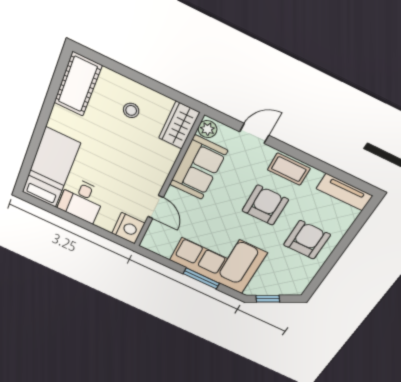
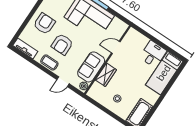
wardrobe: (179, 125) -> (106, 75), moved
door: (156, 207) -> (116, 47), hinge flipped
nightstand: (128, 228) -> (132, 36), removed
armchair: (307, 240) -> (44, 24), turned 180

